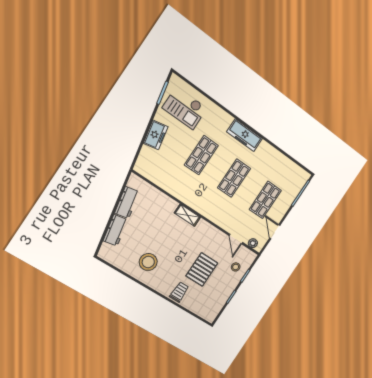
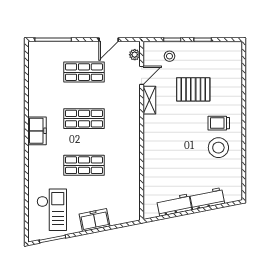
freezer: (245, 135) -> (37, 131), width x0.71
shelving: (187, 215) -> (149, 100), moved
trolley: (179, 292) -> (219, 123), moved

